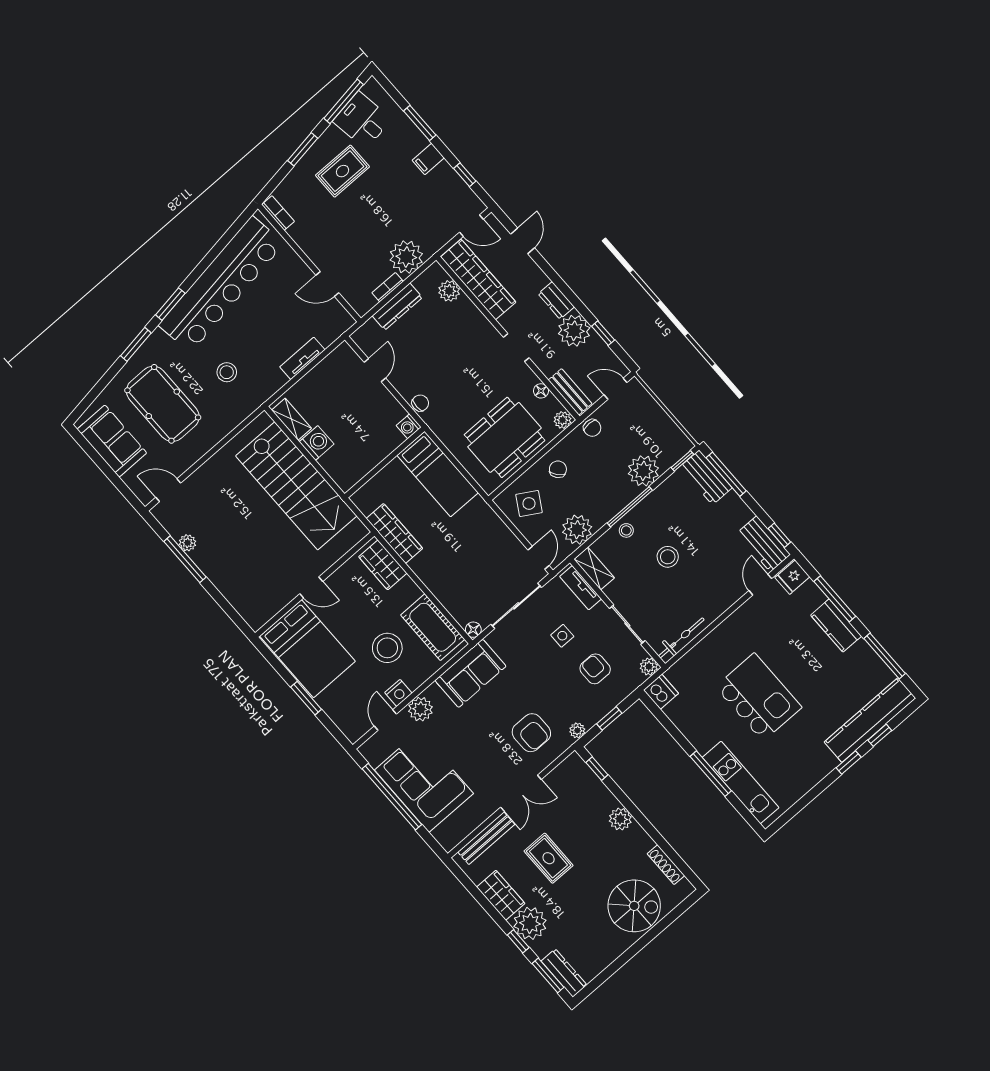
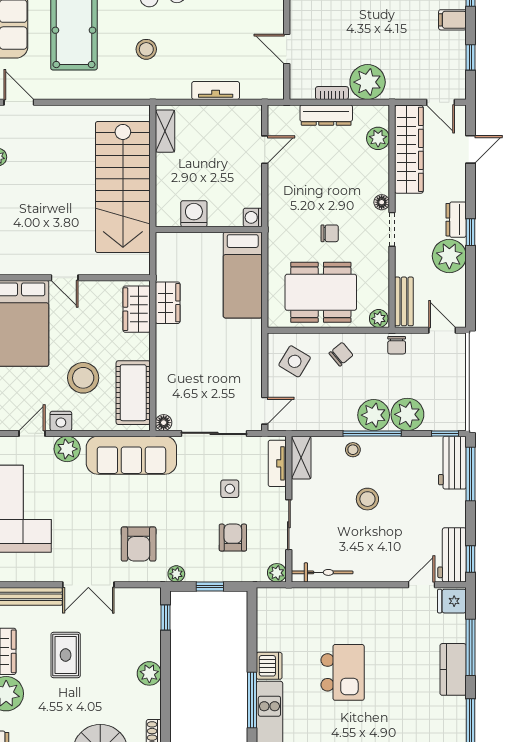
window: (603, 333) -> (470, 232), moved
floor lamp: (541, 391) -> (382, 202), moved
chair: (420, 403) -> (330, 233), moved
washing machine: (317, 443) -> (194, 214), moved, turned -90
plant: (577, 530) -> (374, 415), moved
wardrobe: (394, 533) -> (168, 303), width x0.67
sofa: (471, 673) -> (131, 455), width x1.36
dishwasher: (661, 692) -> (269, 666), moved
kitchen island: (759, 697) -> (343, 672), width x0.73, depth x0.78

